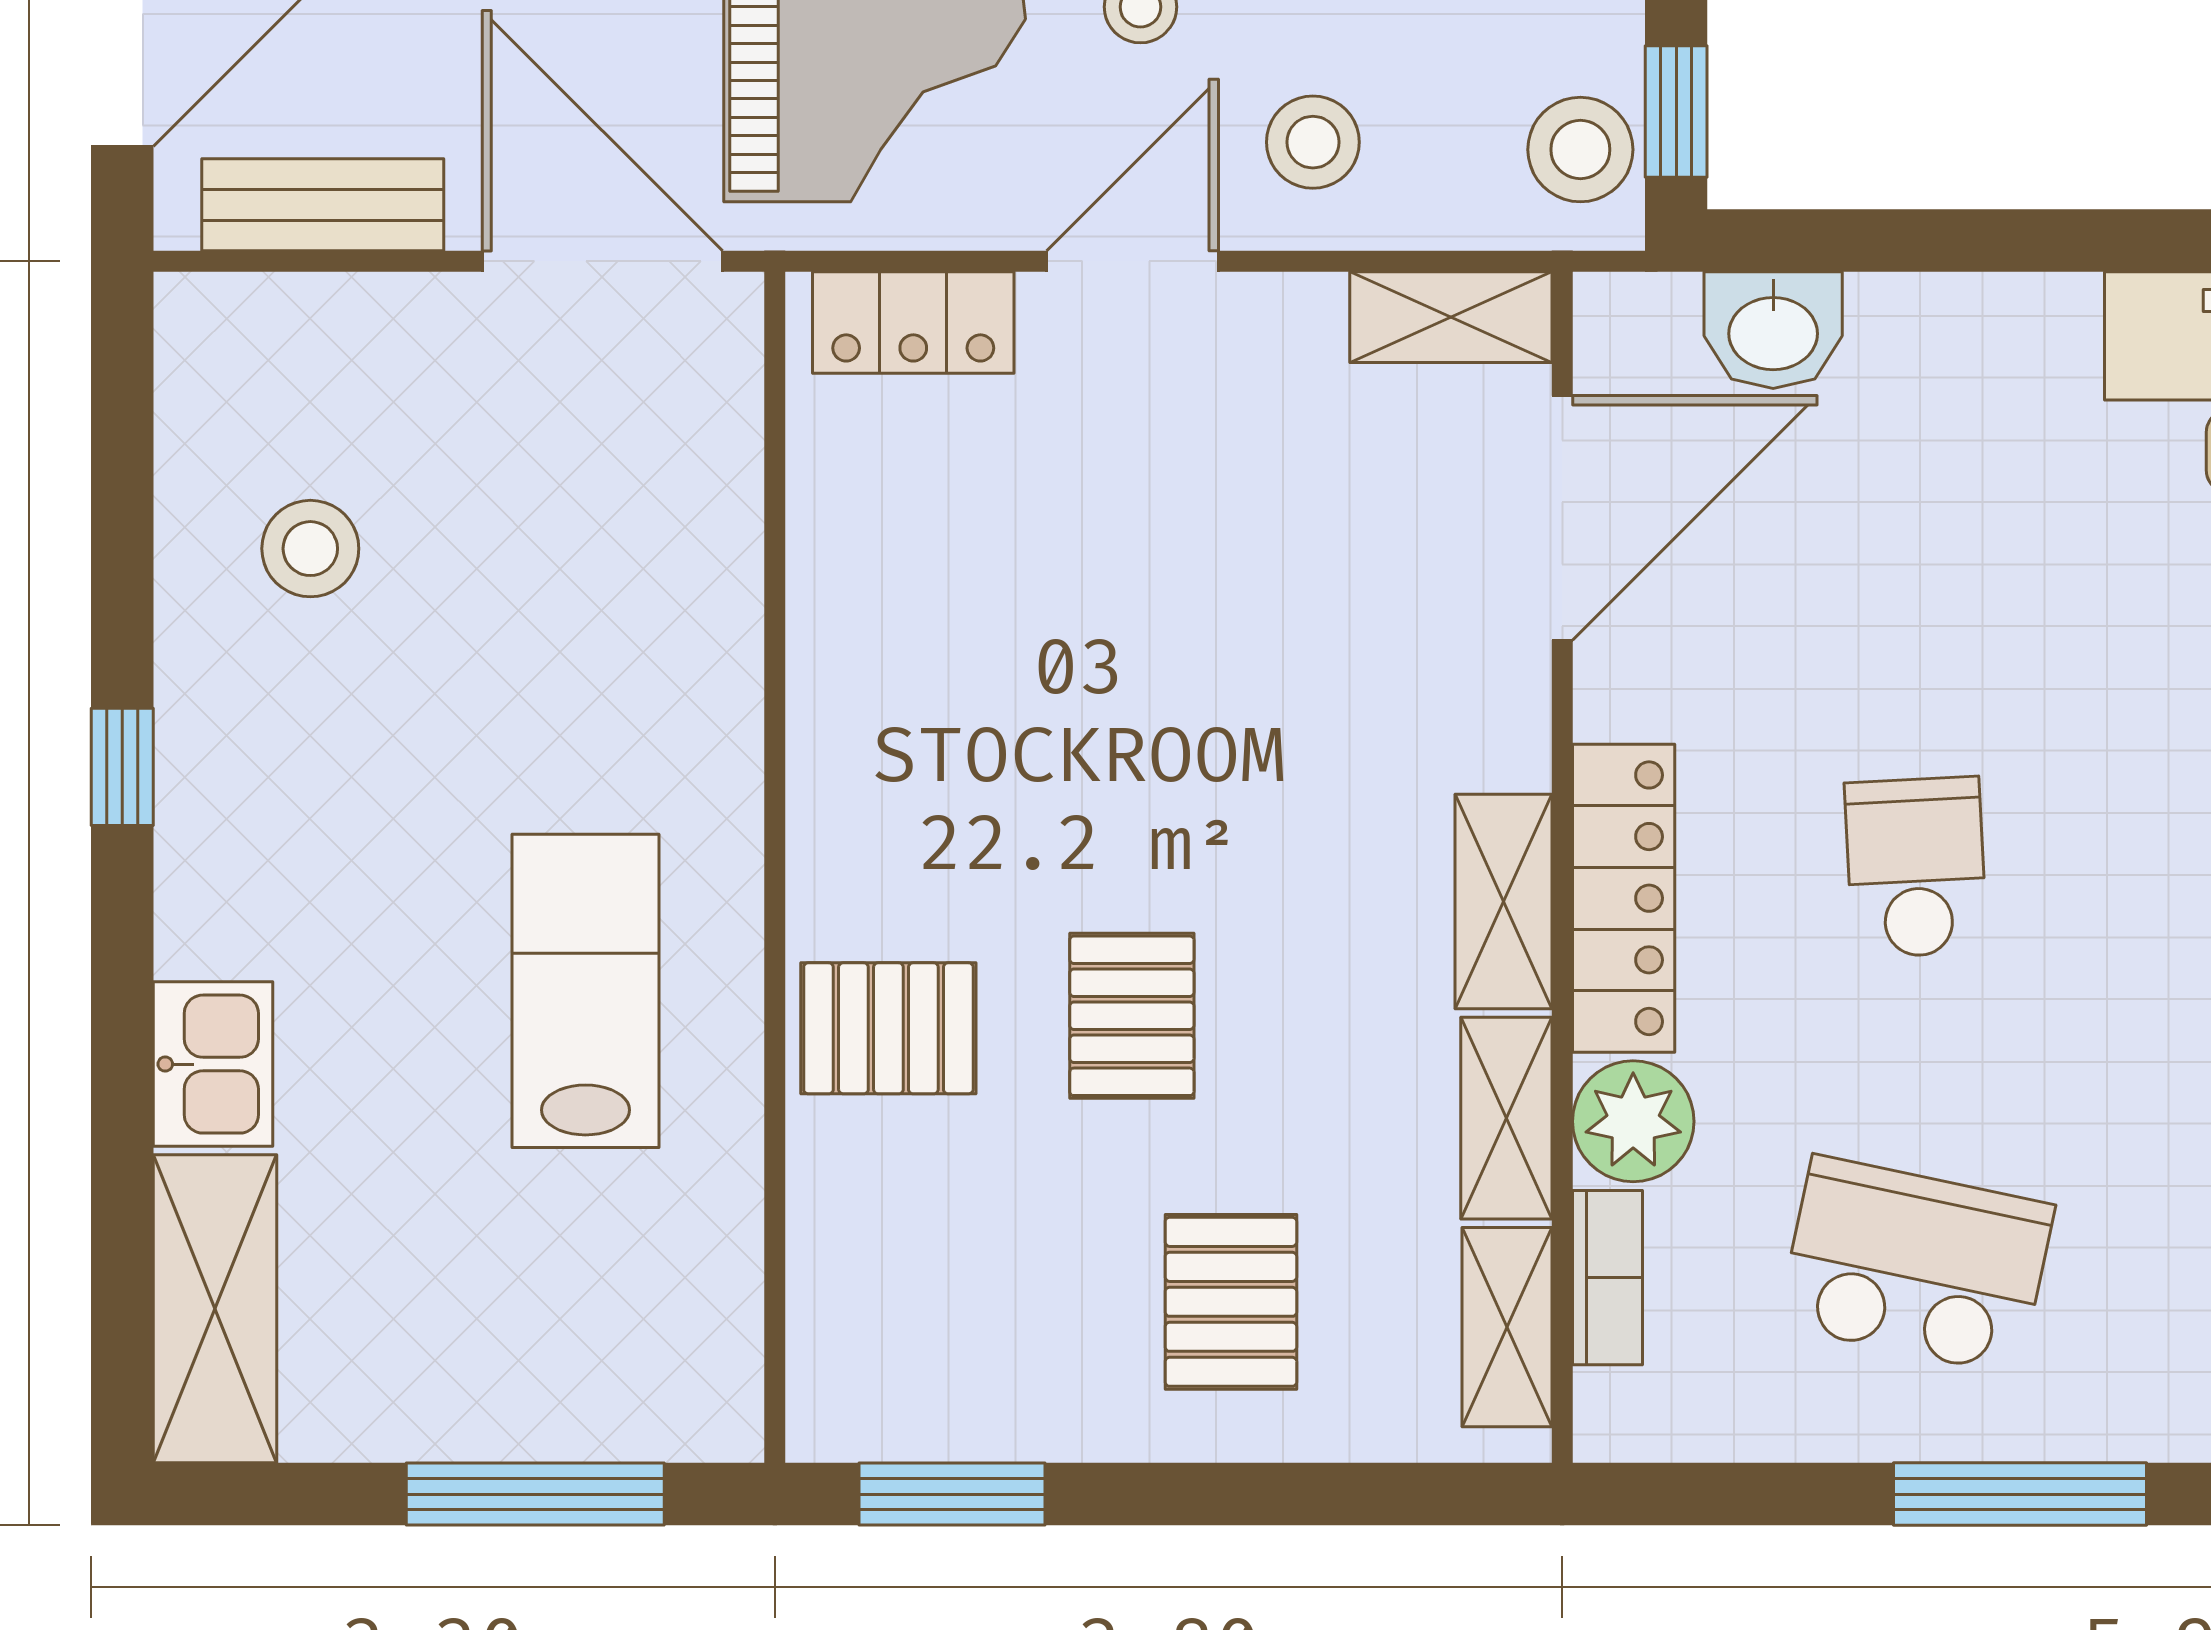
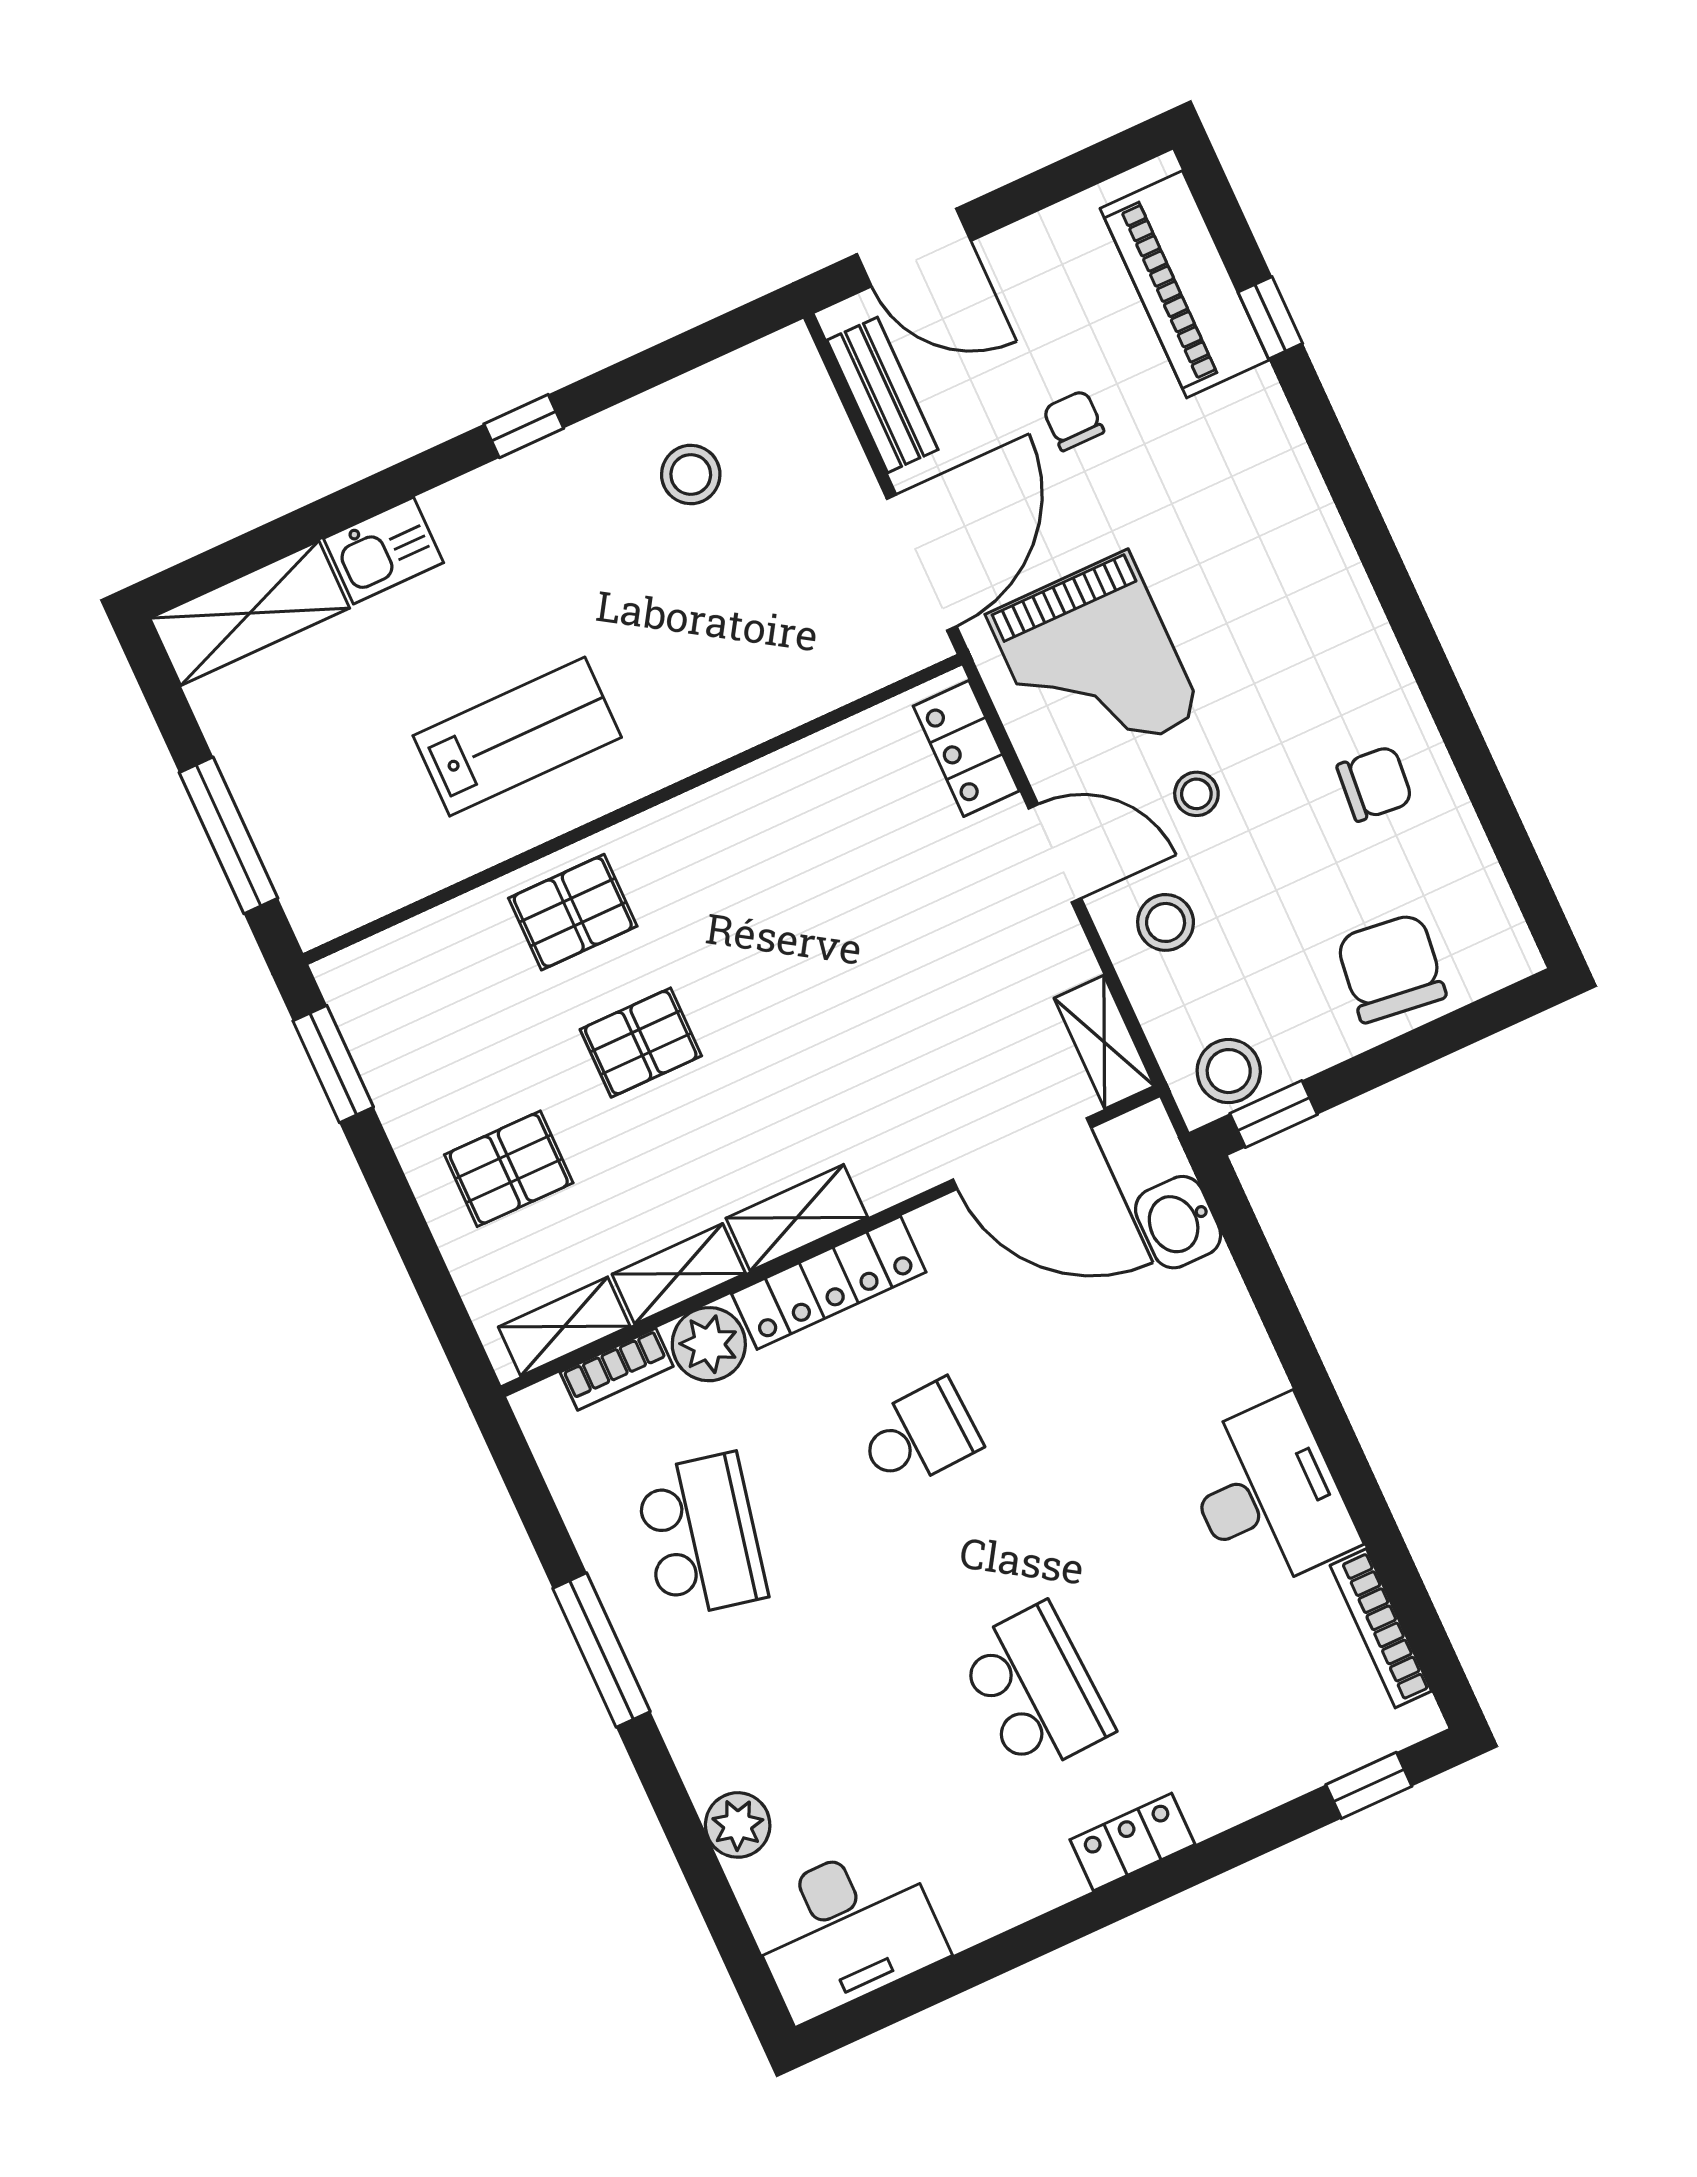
pallet: (888, 1028) -> (573, 912), turned 90

